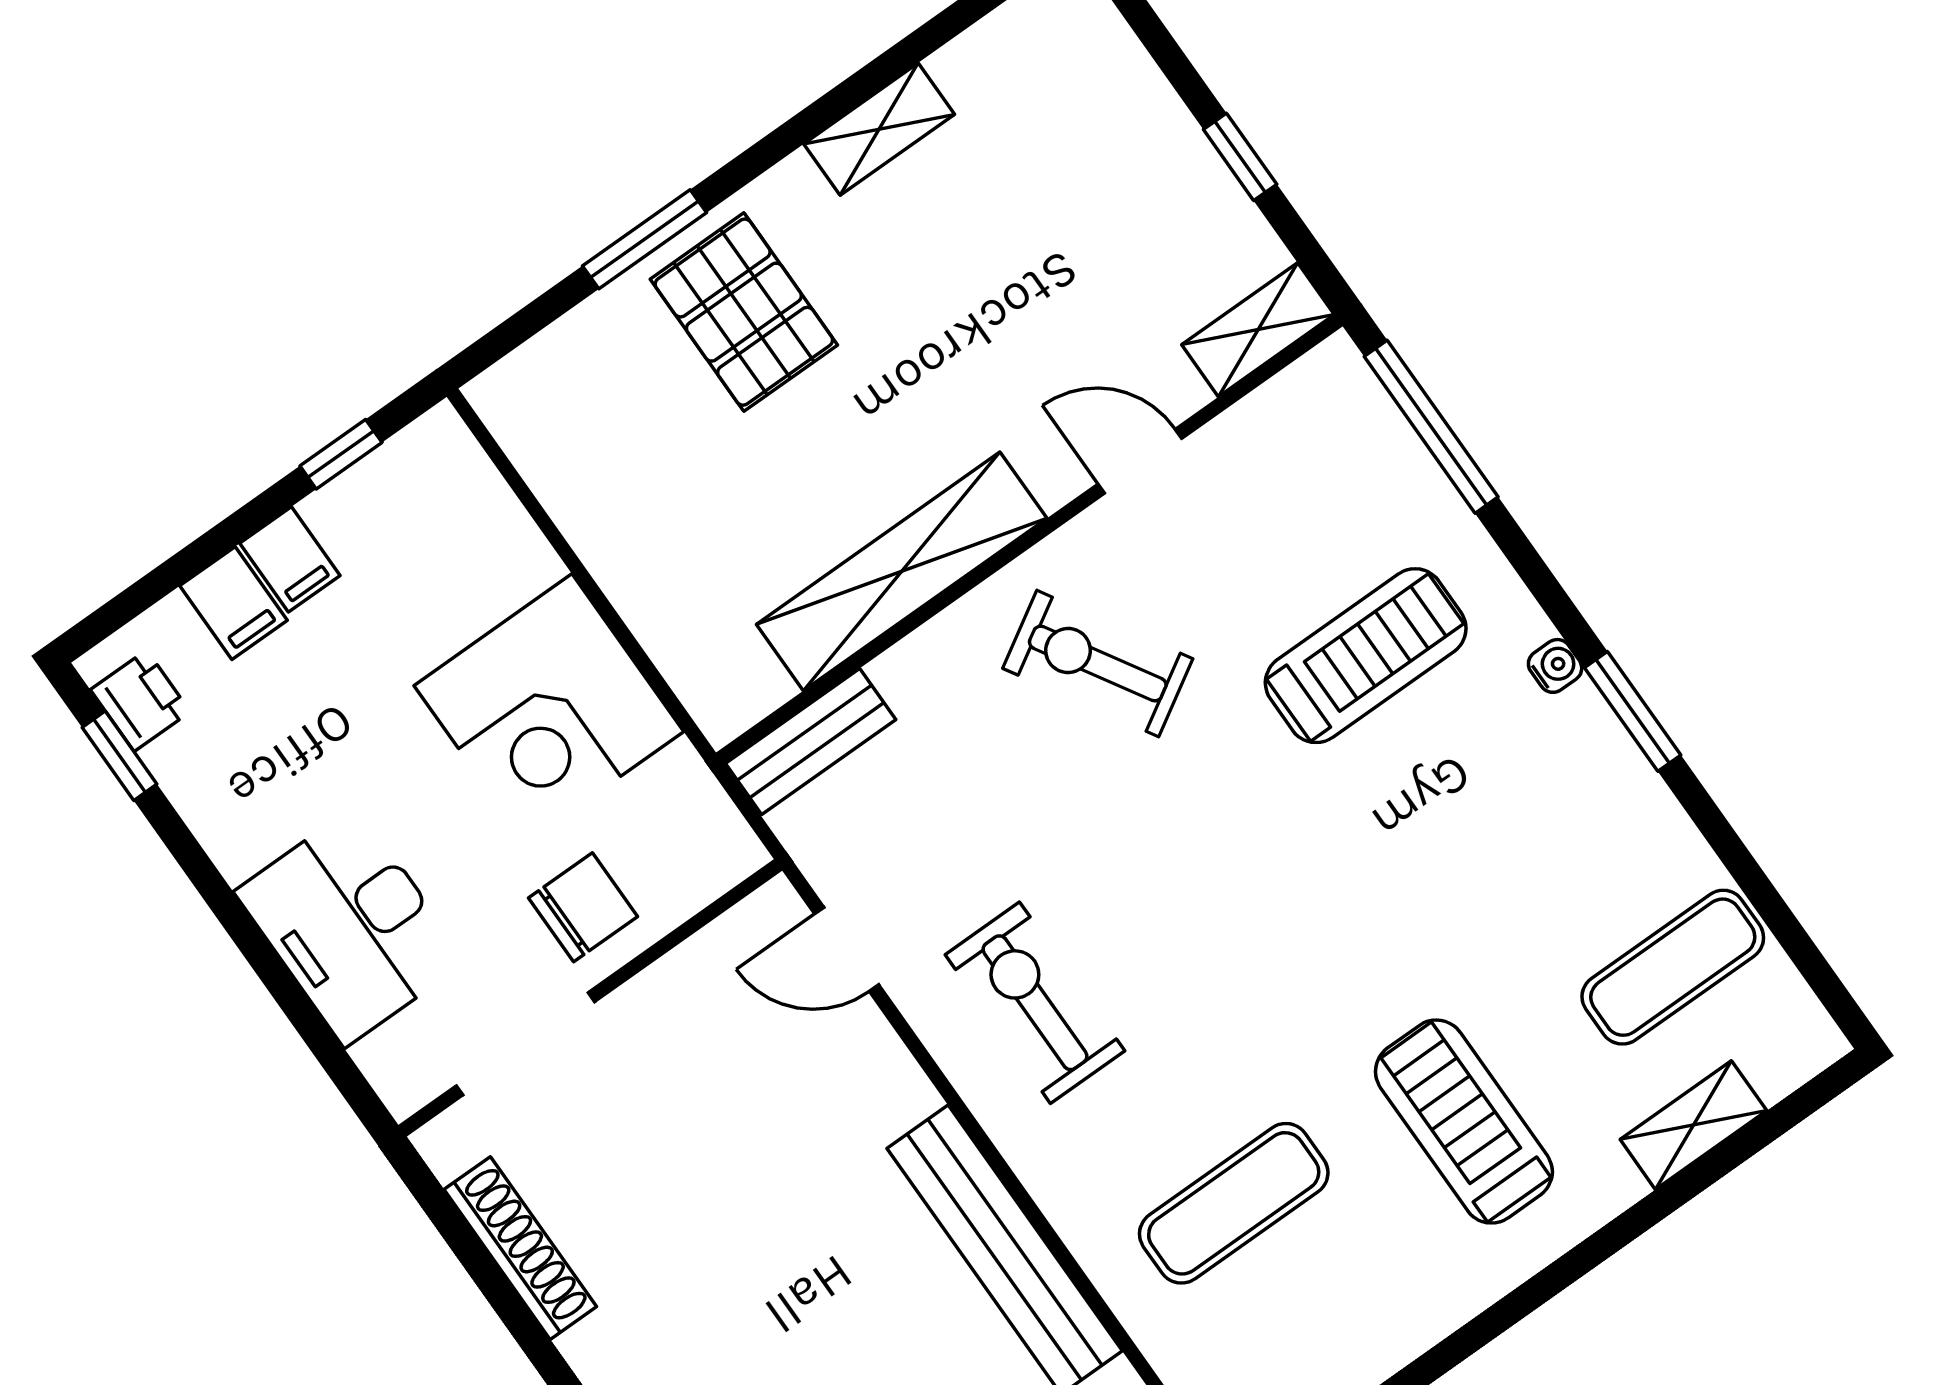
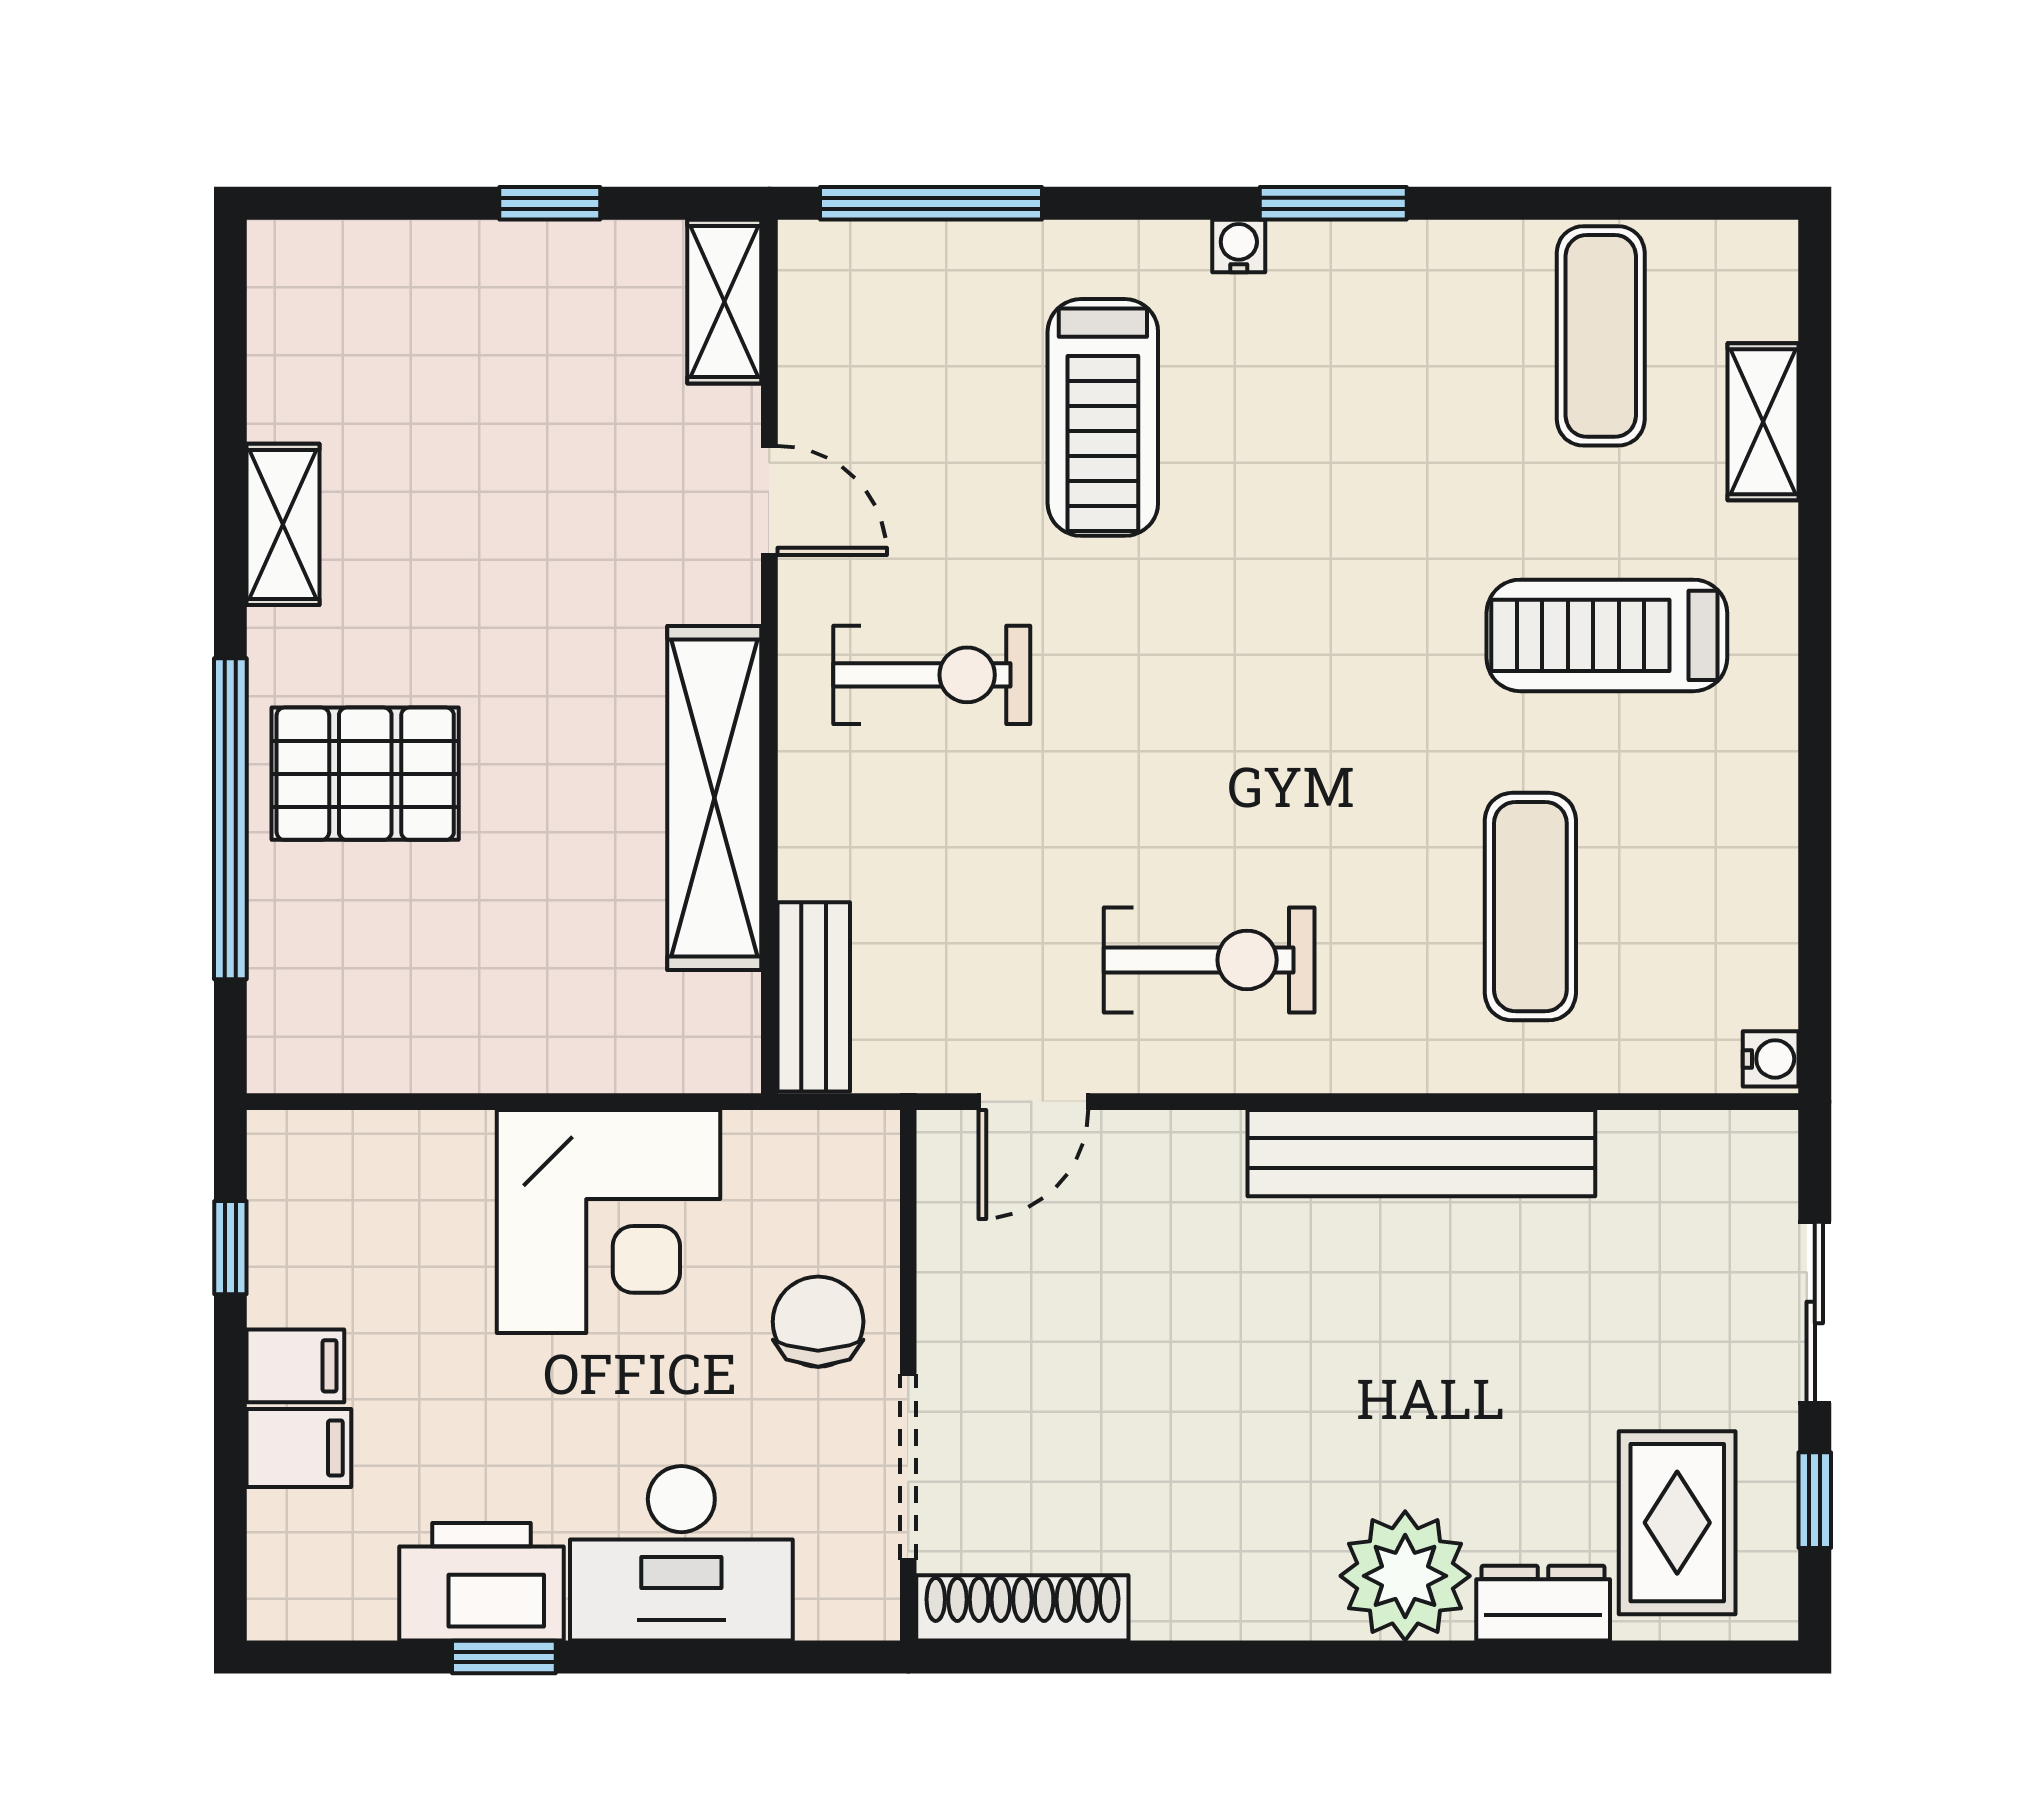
window: (644, 239) -> (230, 819), width x2.11
door: (1140, 461) -> (769, 500), swing flipped
treadmill: (1366, 656) -> (1103, 417), turned 180
exercise bike: (1098, 663) -> (932, 675), turned -149
printer: (140, 701) -> (481, 1582), moved, width x1.87, depth x1.48
window: (119, 756) -> (504, 1657), moved
exercise bike: (1035, 1003) -> (1209, 960), turned 180
shoe rack: (520, 1248) -> (1022, 1608), moved

